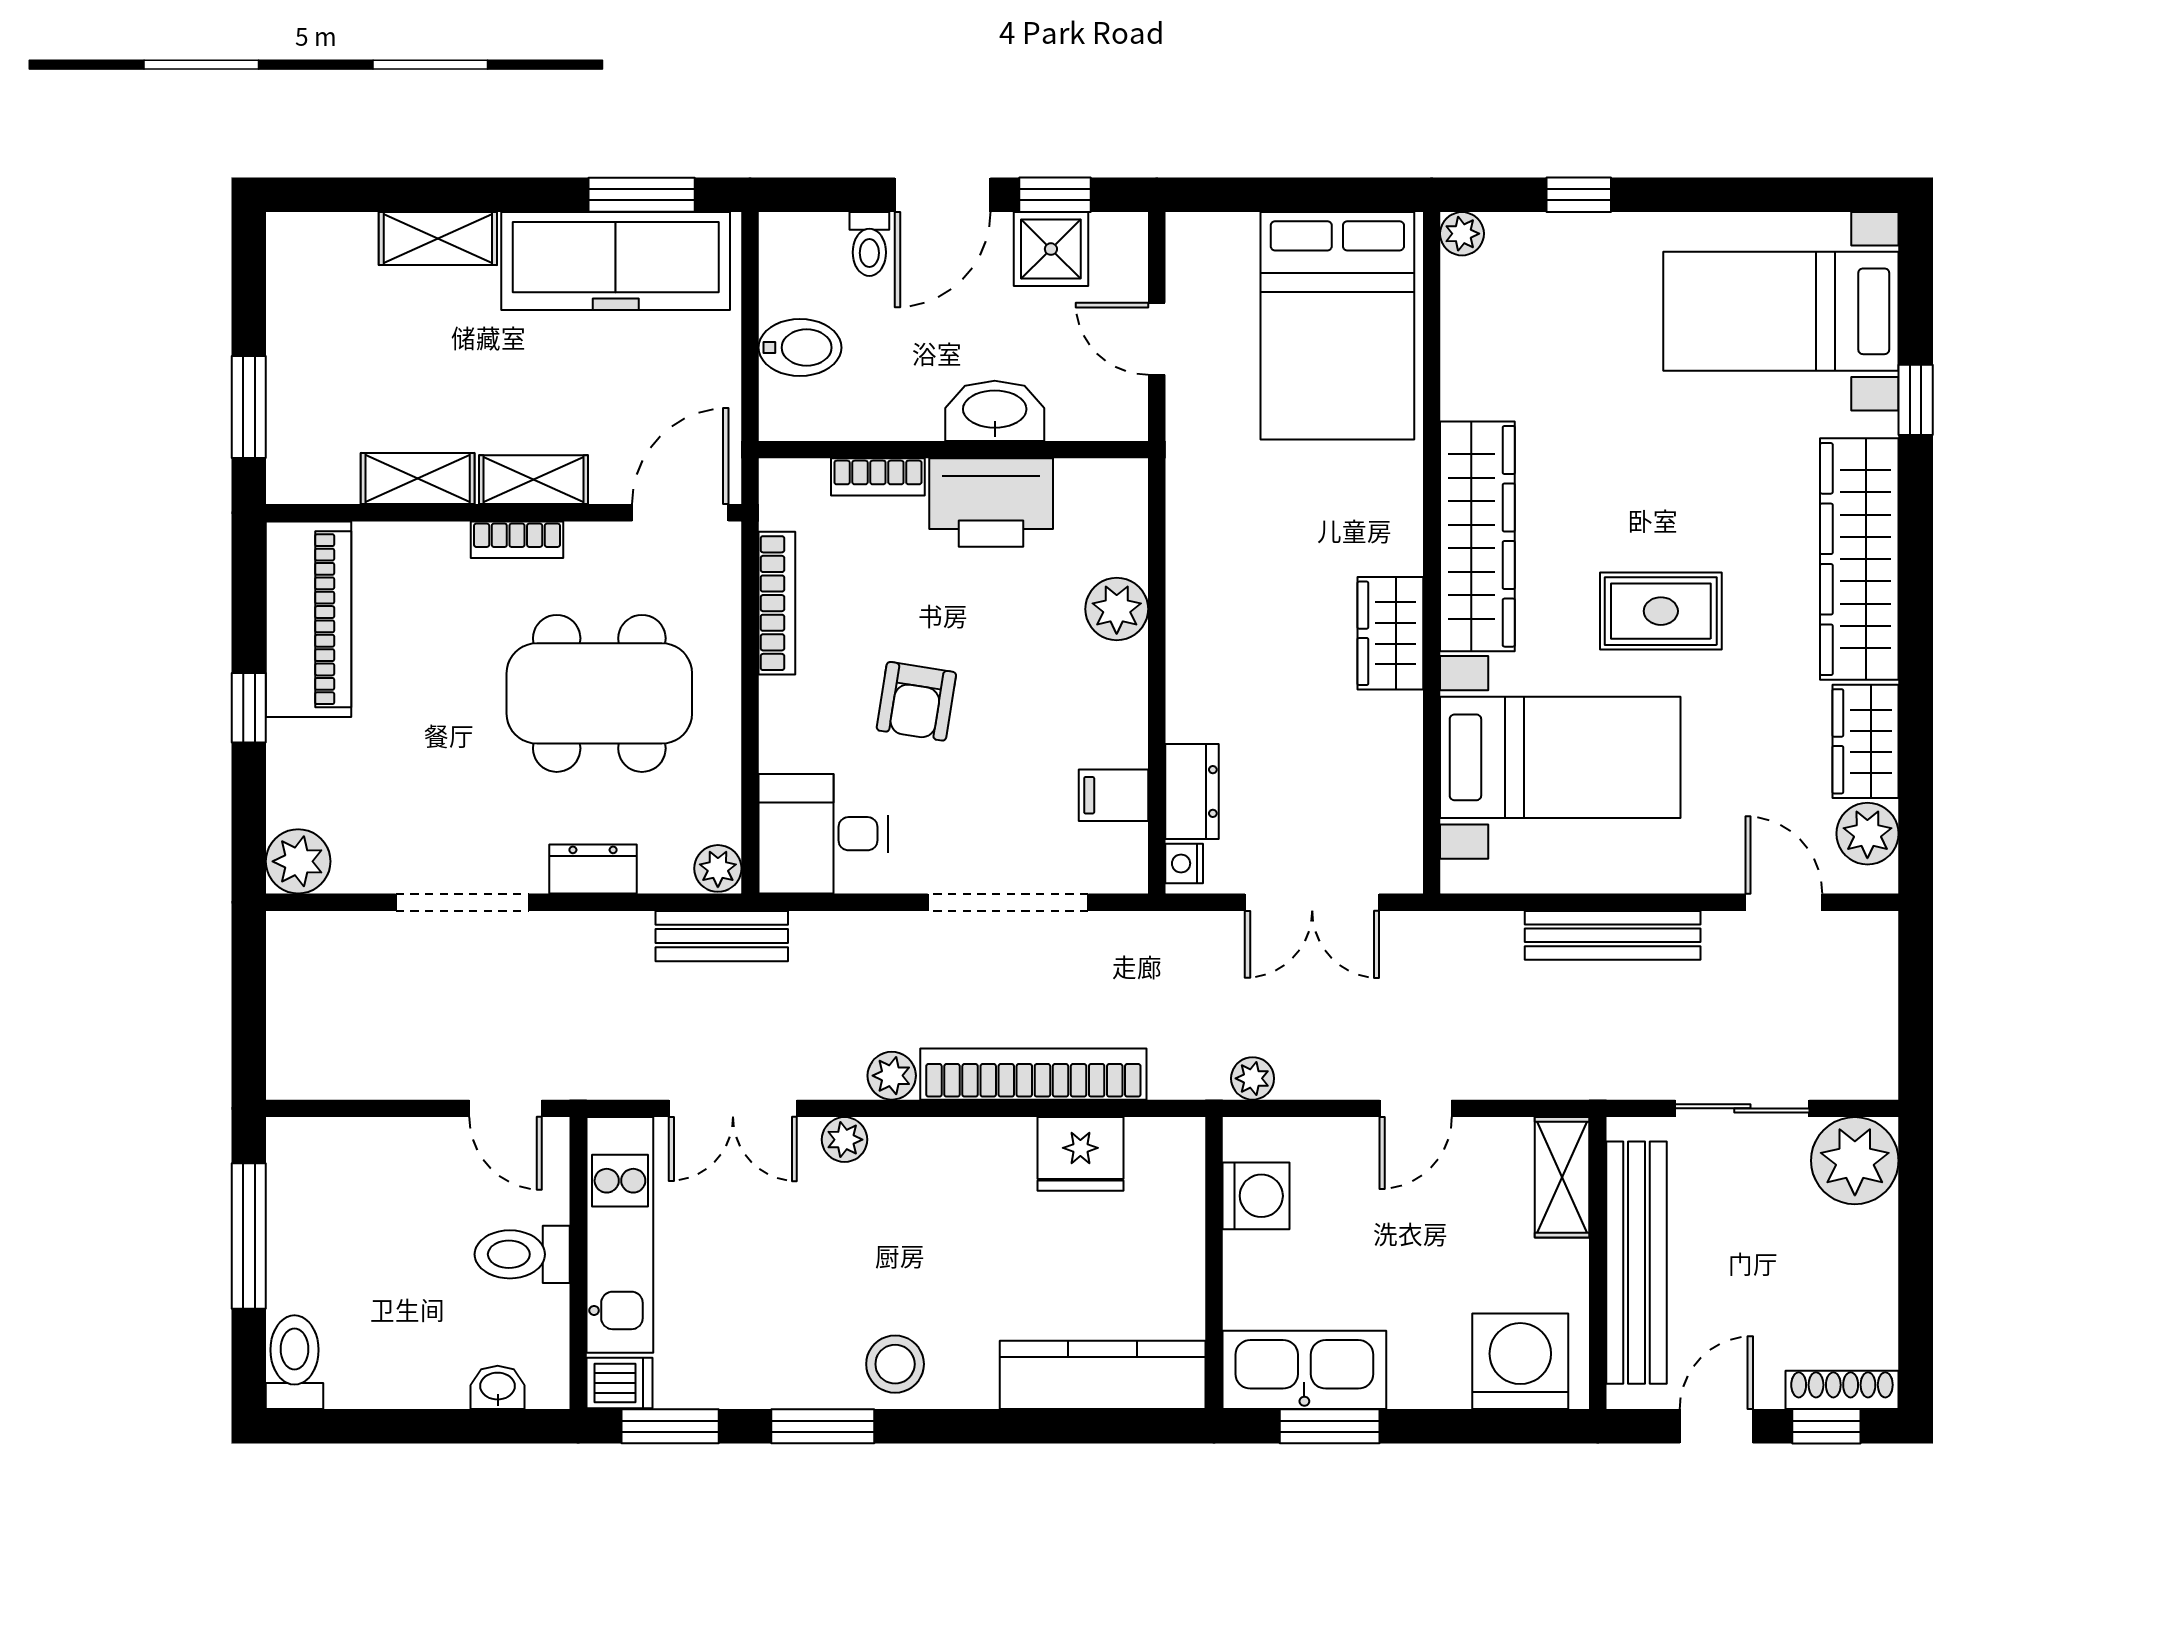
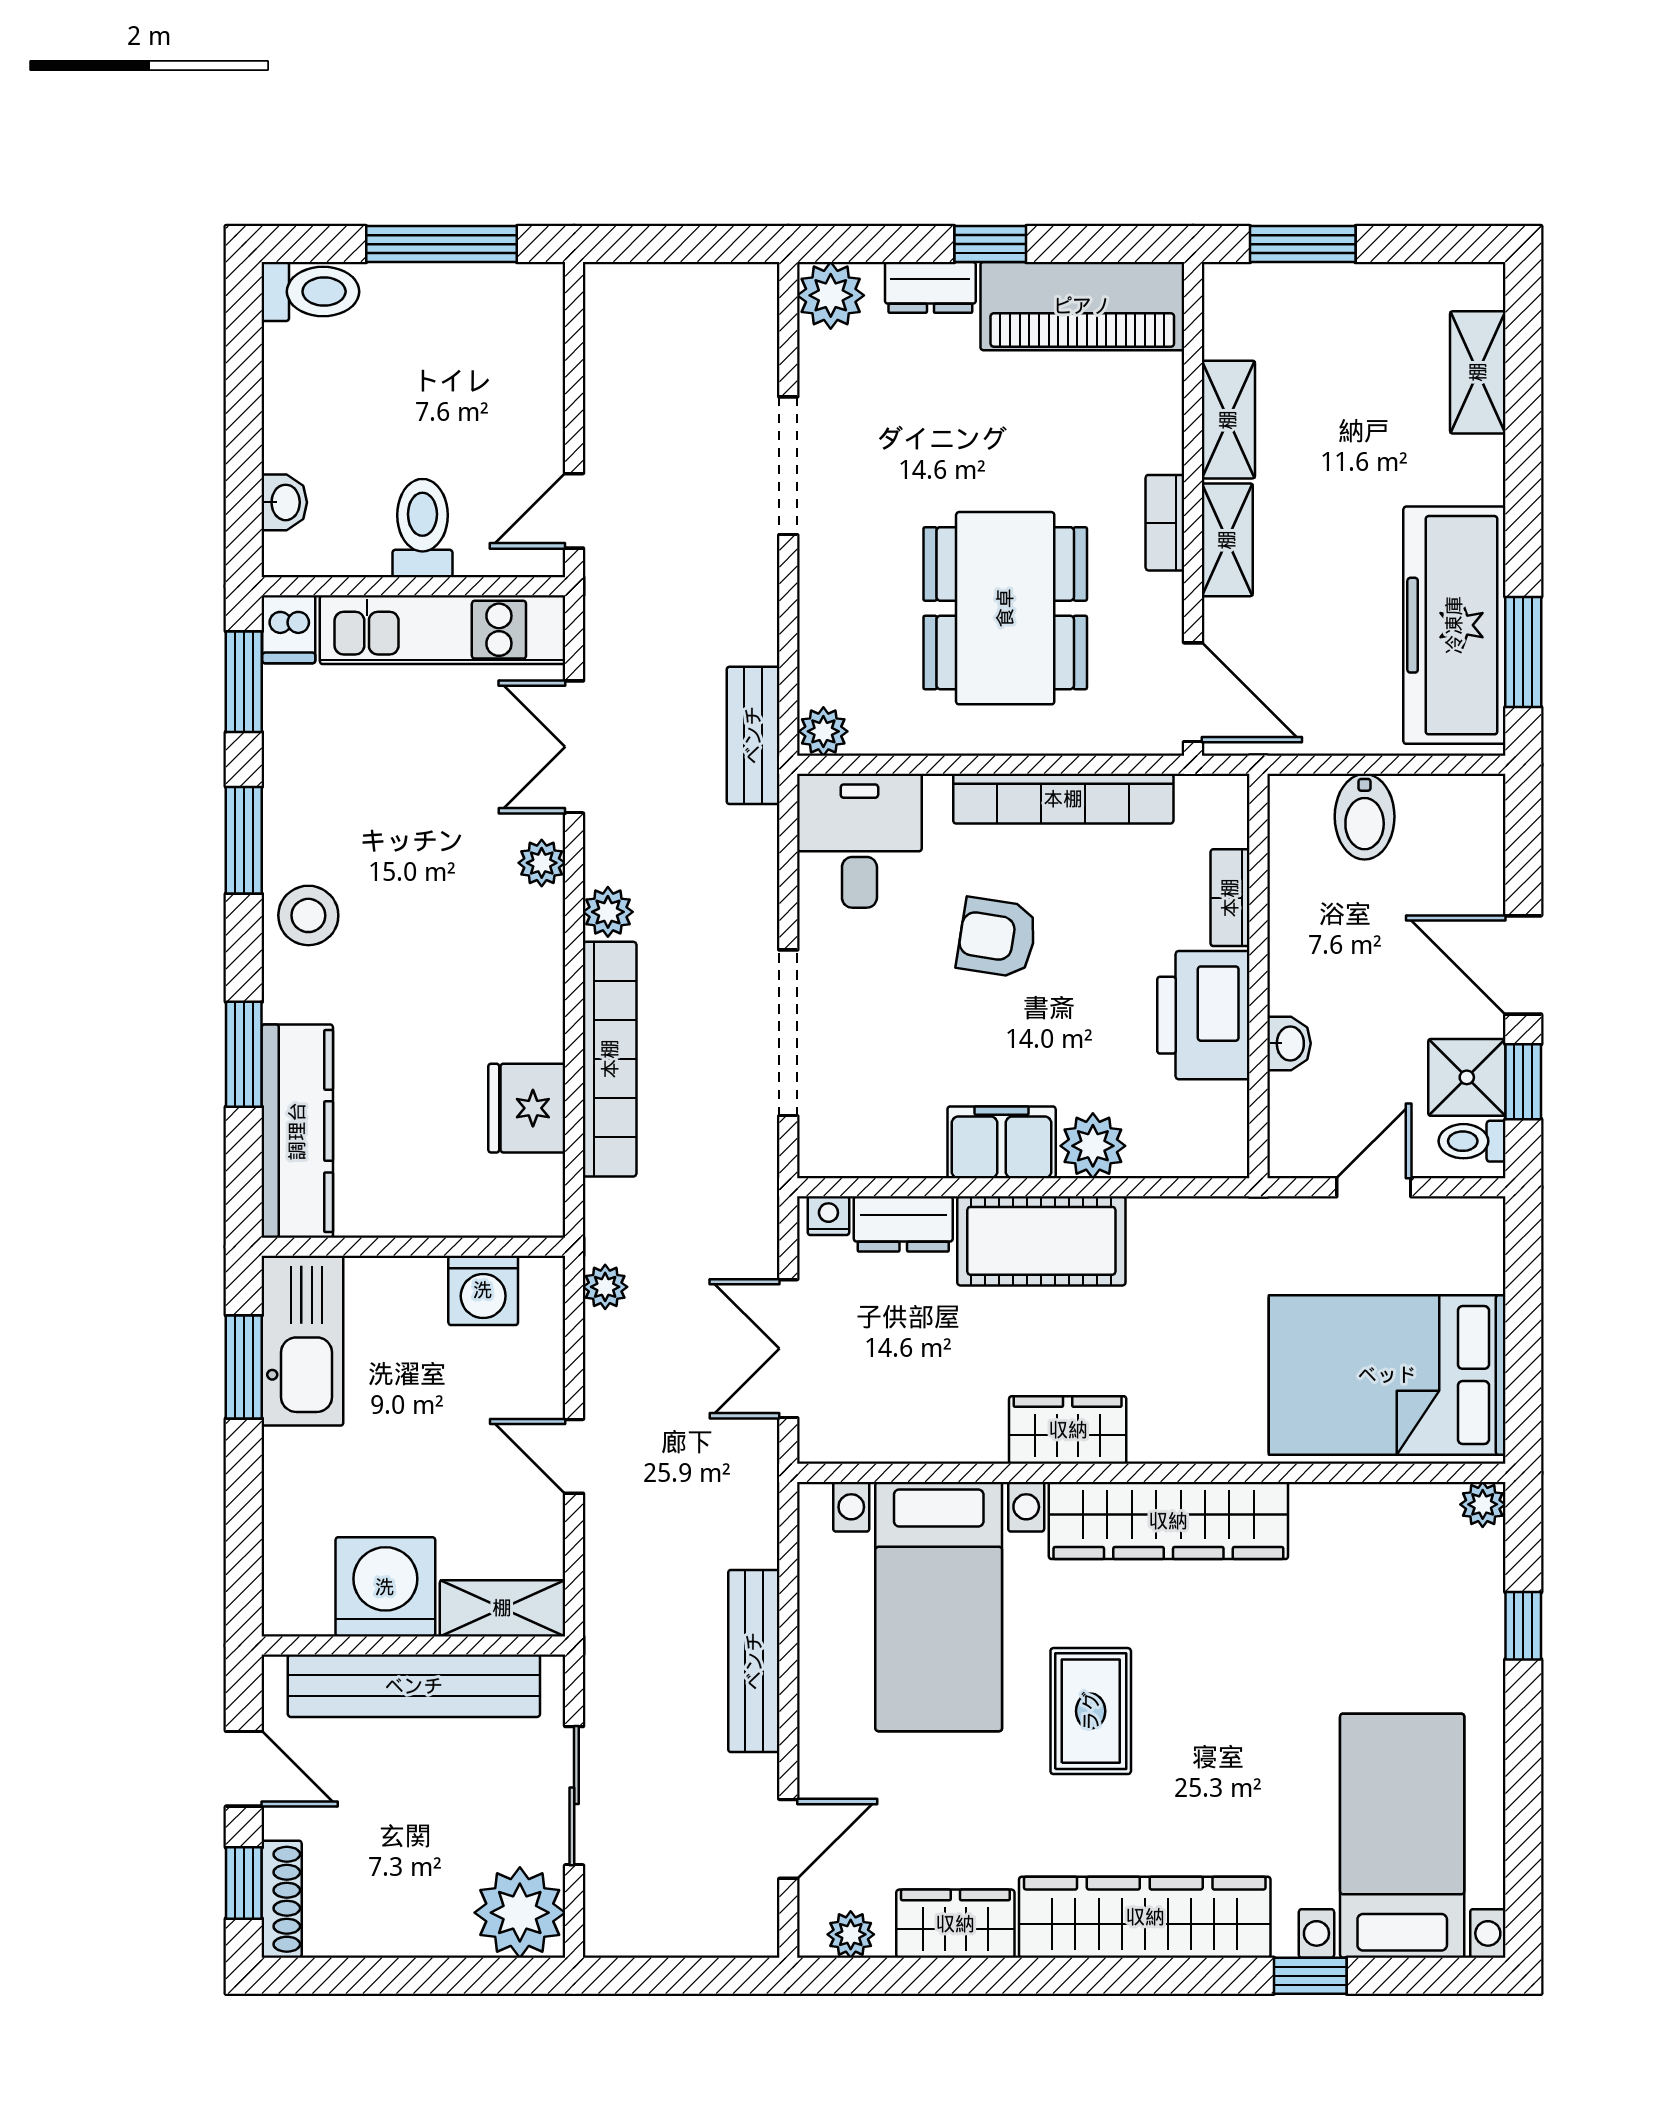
shelving: (438, 238) -> (1478, 372), moved
toilet: (869, 244) -> (1472, 1141), moved
washbasin: (995, 411) -> (1289, 1043), width x0.52, depth x0.69
bookcase: (777, 603) -> (1063, 799), width x1.48, depth x1.31
cot: (1208, 659) -> (1041, 1241), added
filing cabinet: (1113, 795) -> (1002, 1142), moved, width x2.00
plant: (1867, 834) -> (851, 1934), width x0.73, depth x0.73
dresser: (593, 869) -> (930, 287), moved, turned 90
washing machine: (1520, 1361) -> (385, 1587), moved, turned -90
window: (1029, 1426) -> (244, 1054), added

